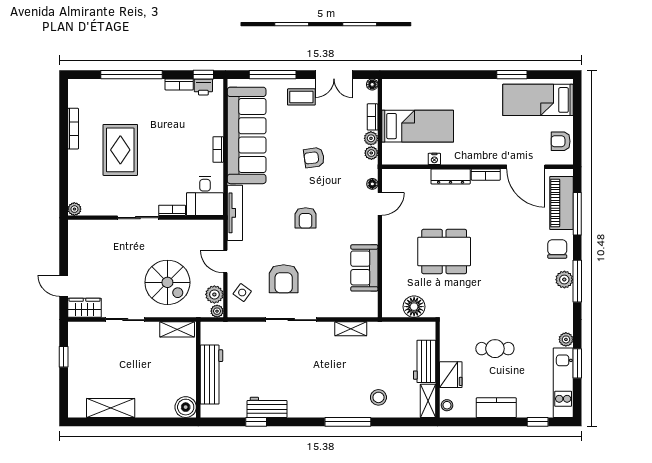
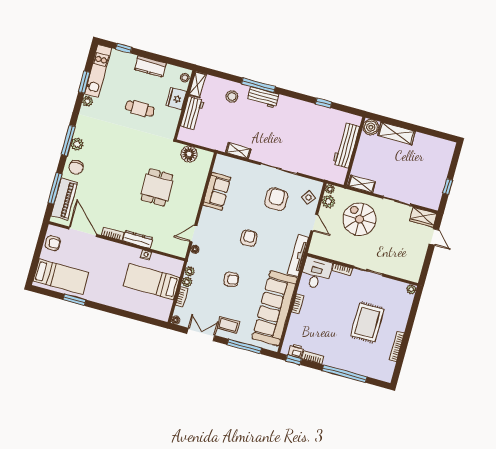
dining table: (444, 252) -> (157, 187), width x0.73
workbench: (267, 407) -> (263, 97), moved
shelving: (111, 408) -> (396, 133), moved

